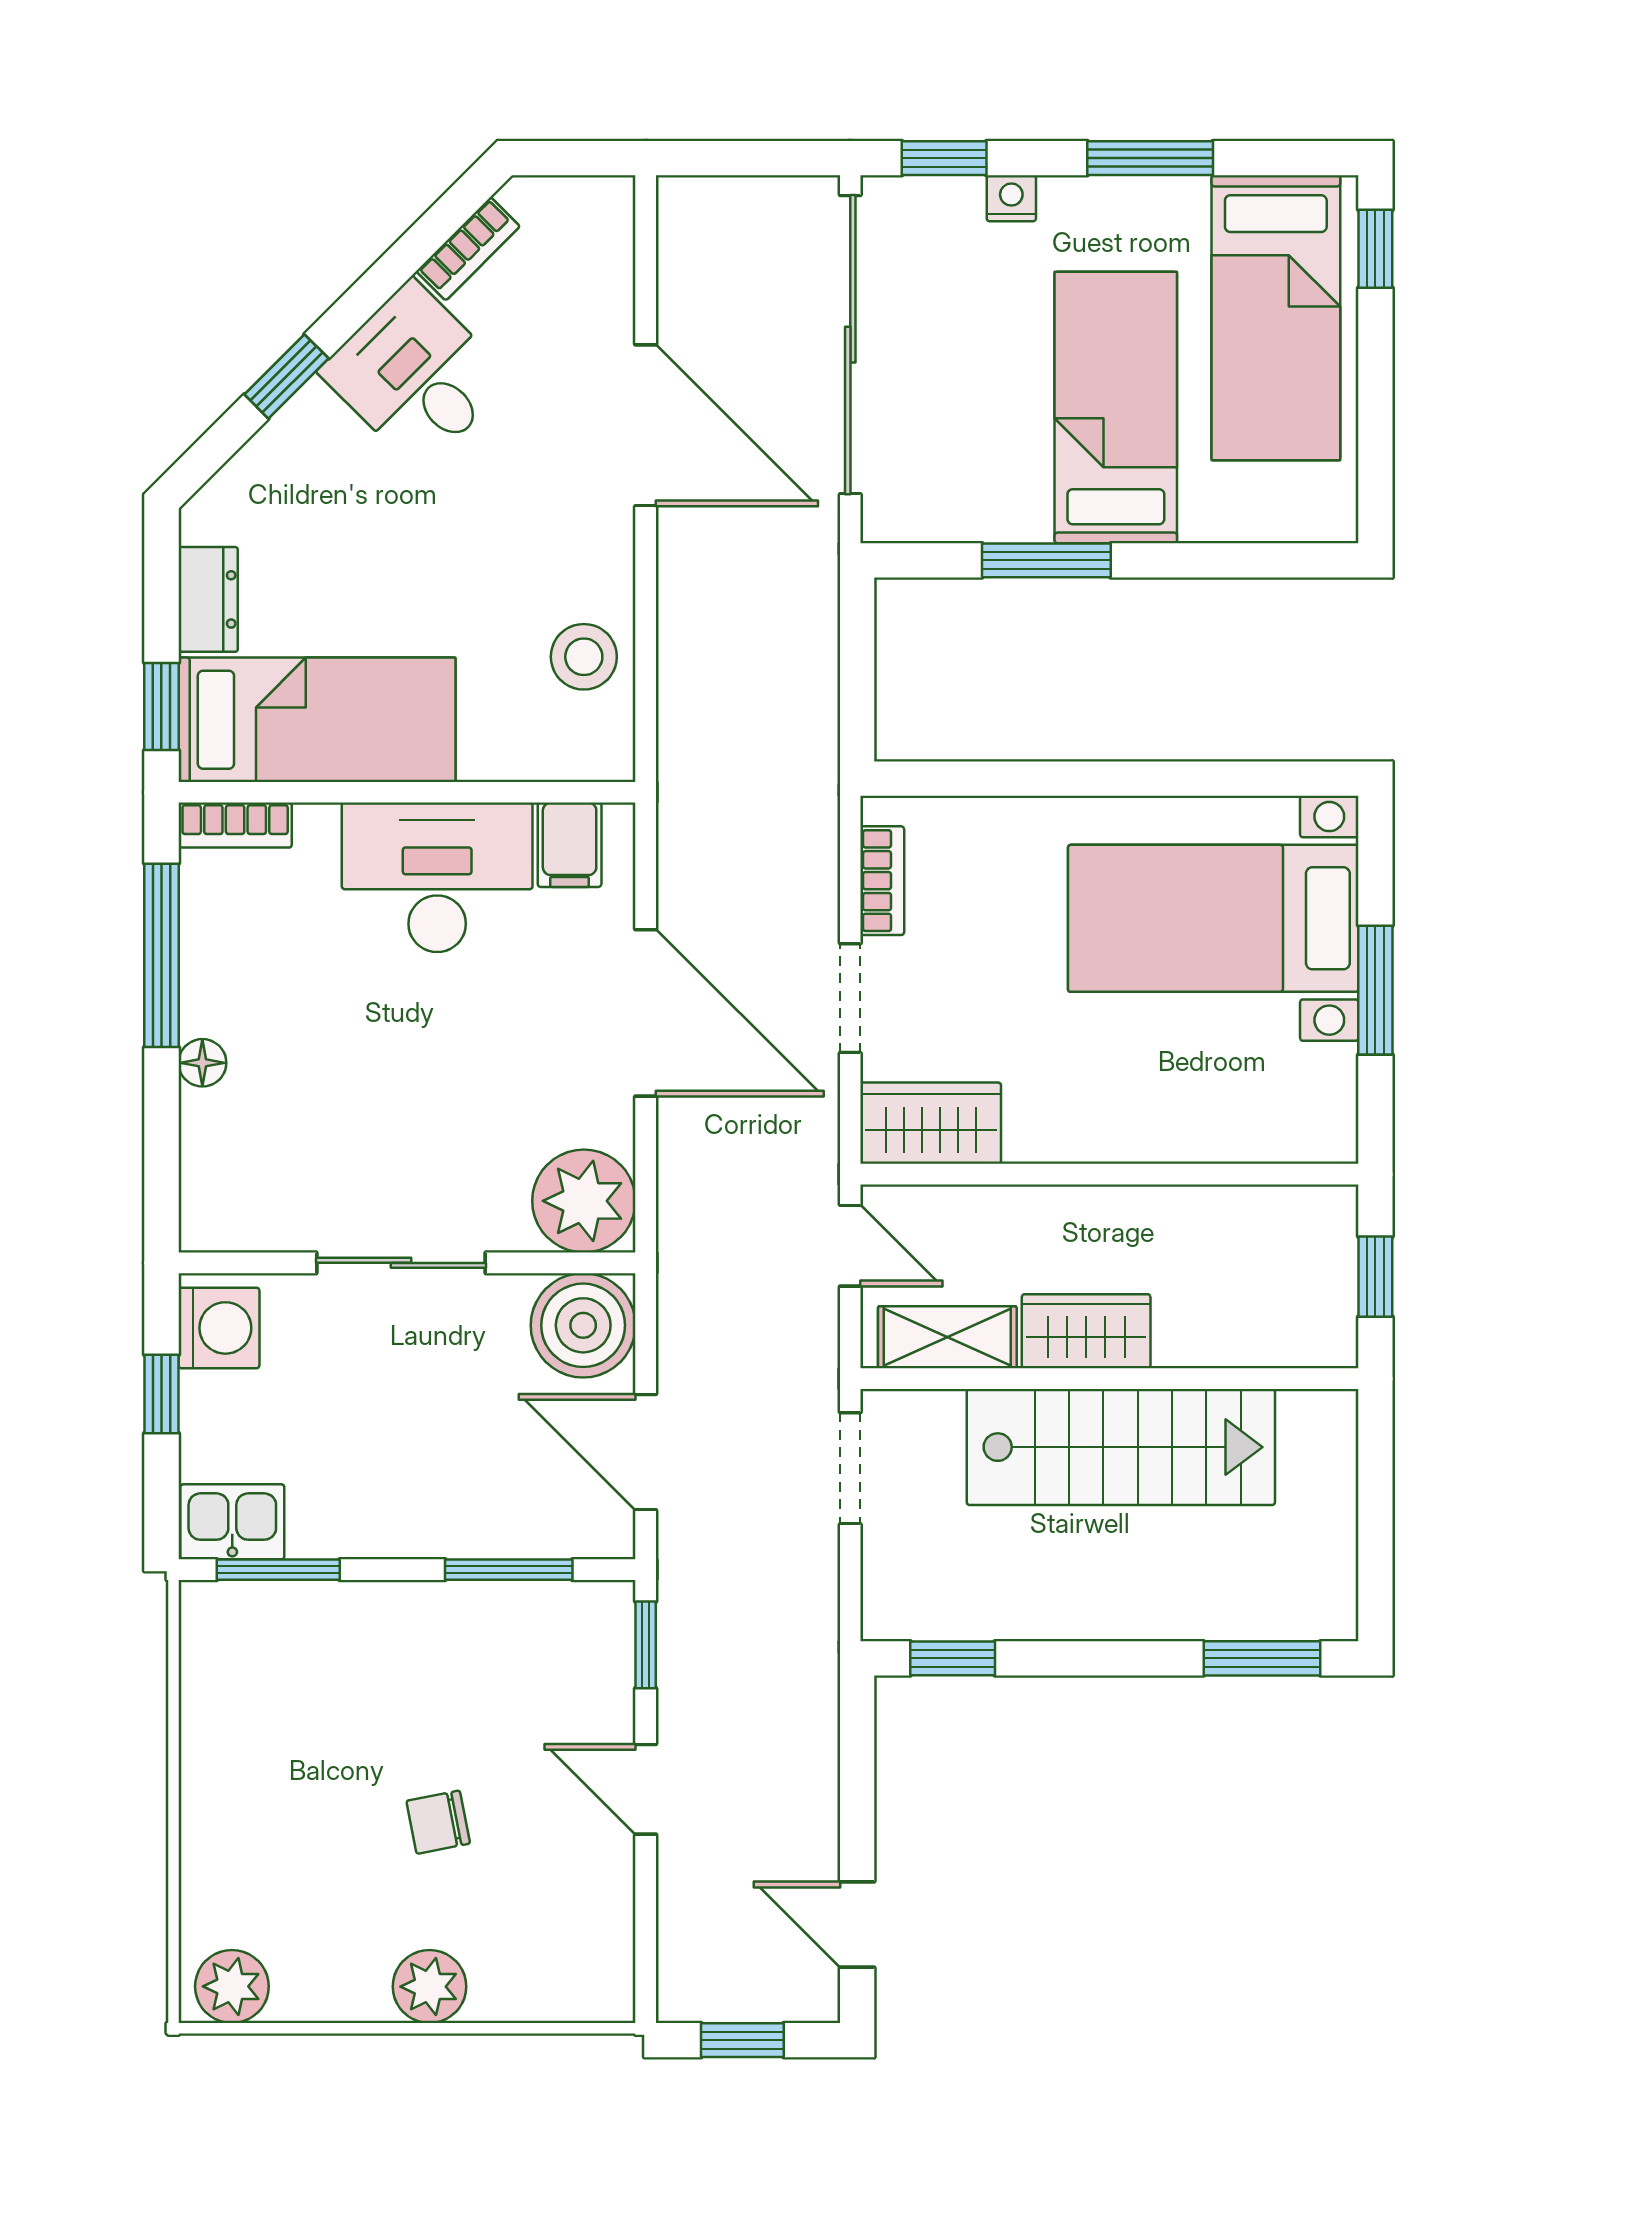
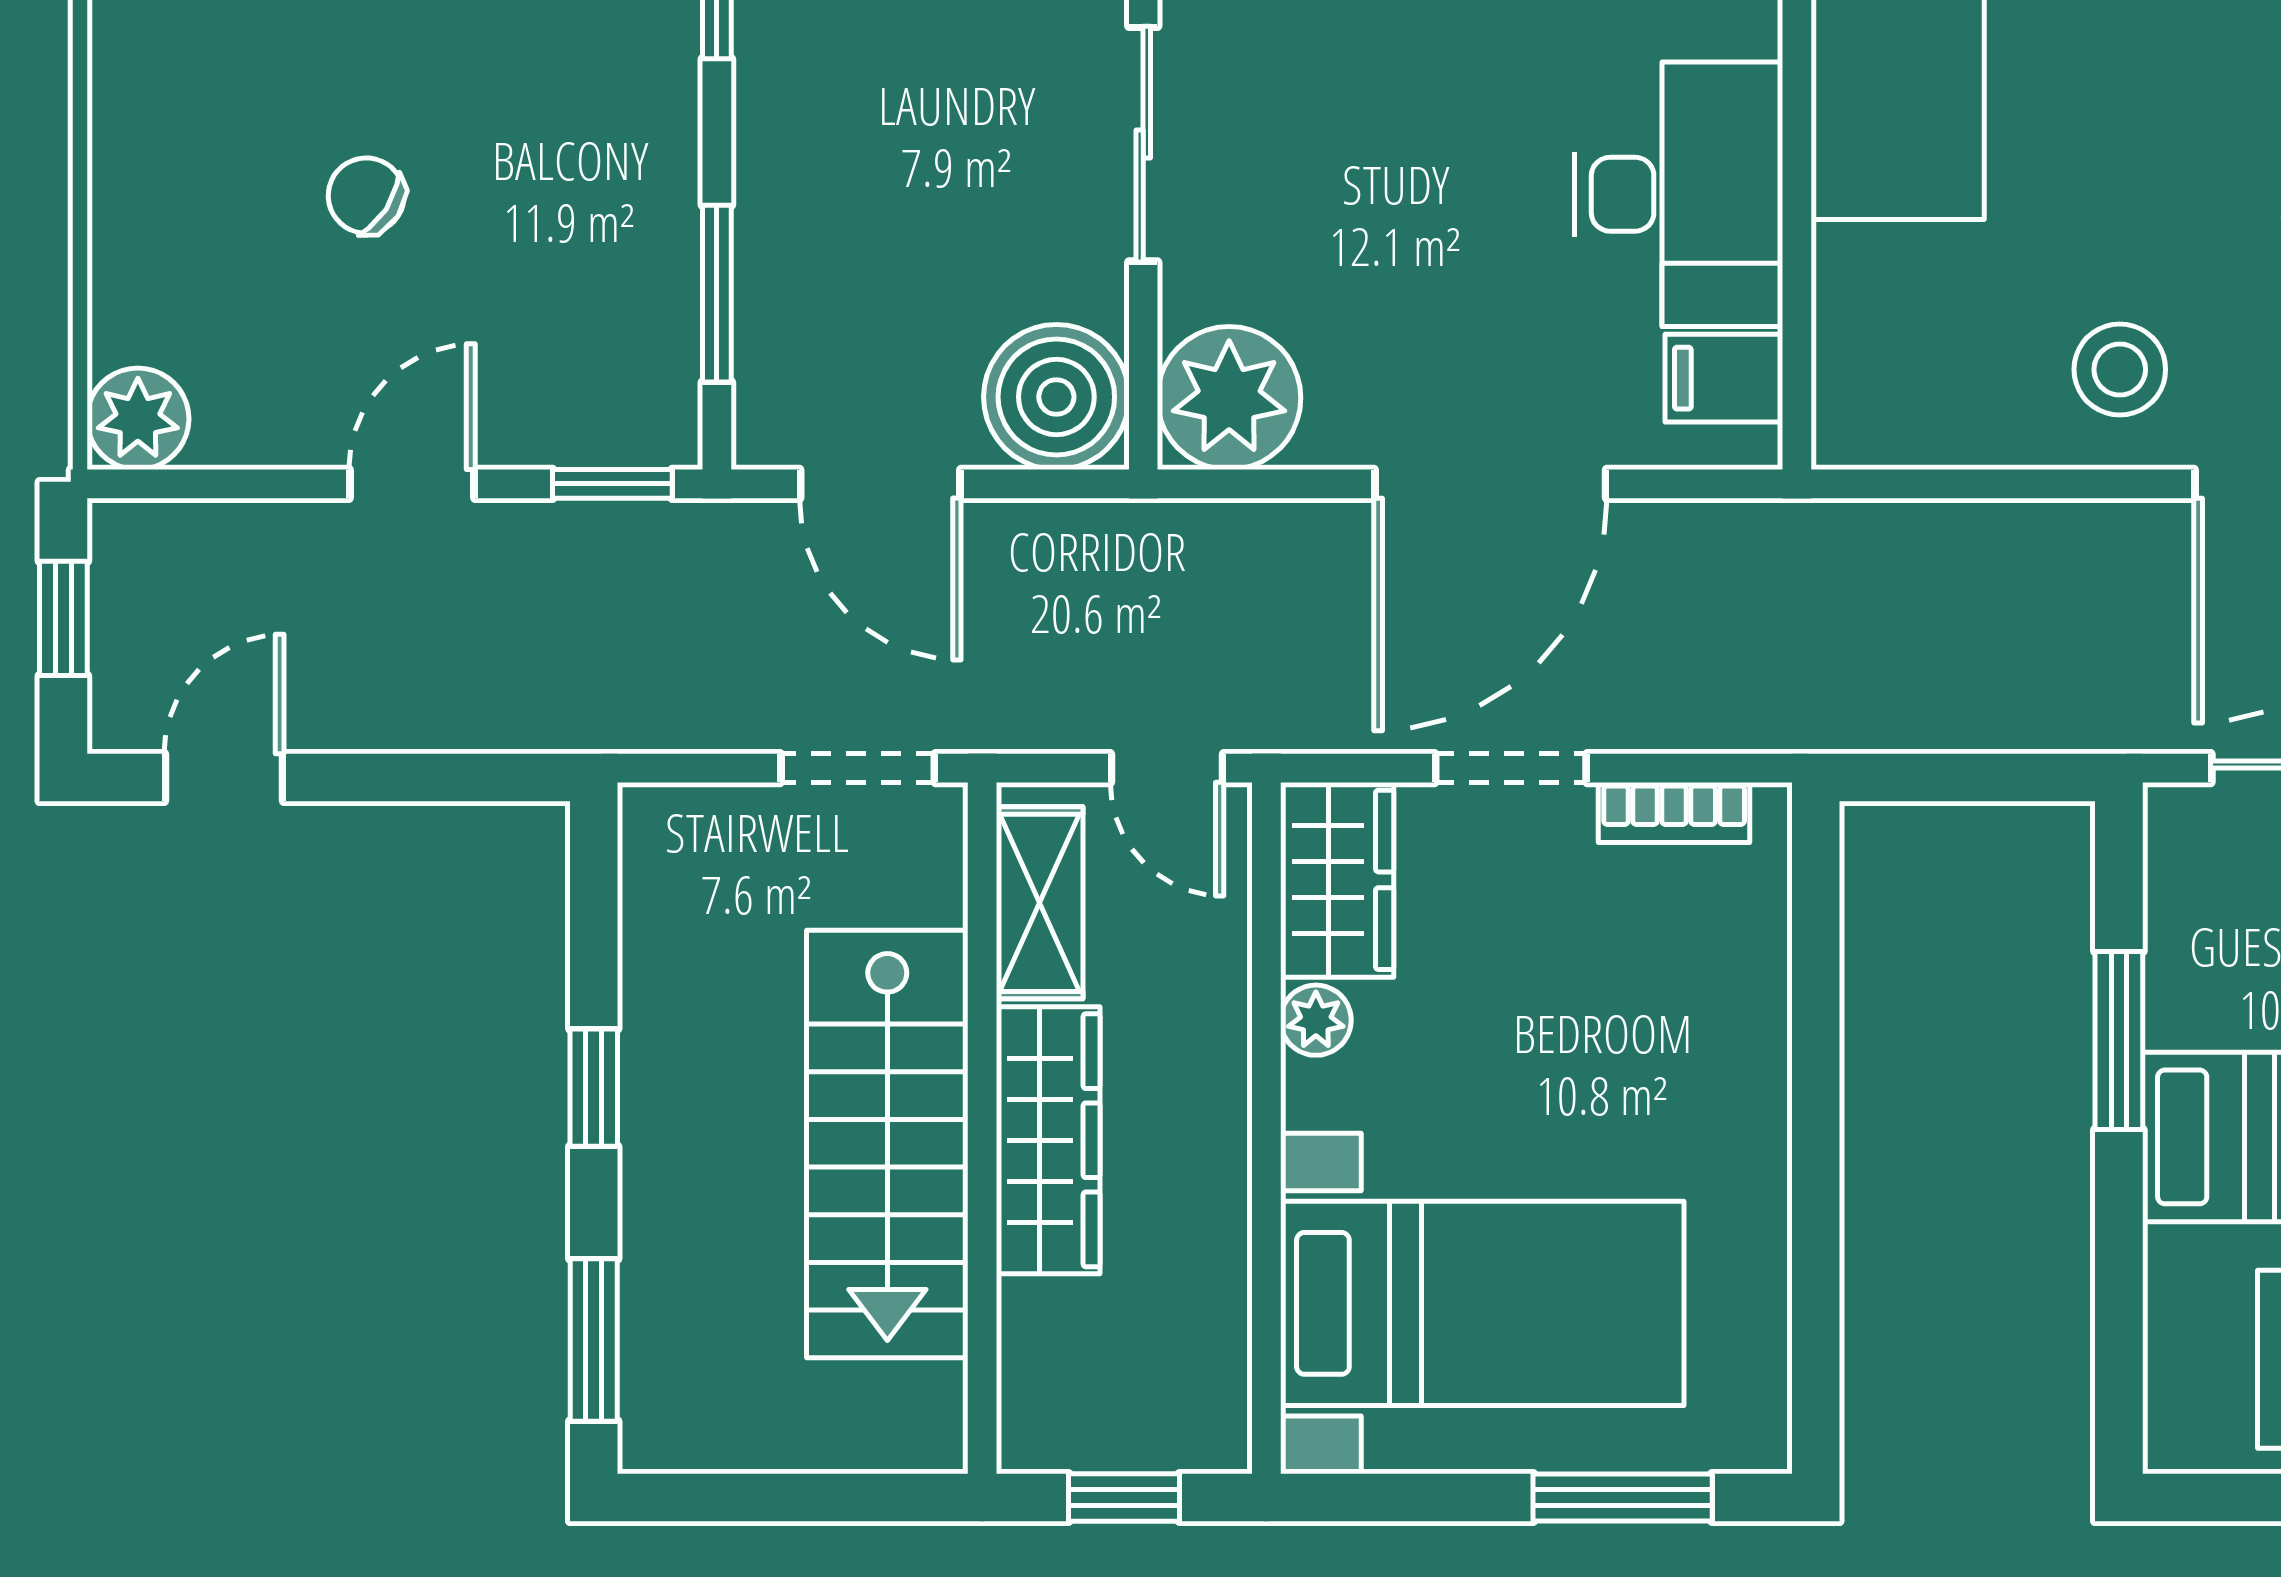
stool: (584, 657) -> (2120, 370), moved
bed with nightstands: (1213, 918) -> (1482, 1303), moved, turned 90
window: (1375, 990) -> (1623, 1497), moved
plant: (1032, 1139) -> (1316, 1020), added
door: (850, 1246) -> (1167, 768), hinge flipped
wardrobe: (1086, 1331) -> (1048, 1140), width x1.50
door: (646, 1452) -> (880, 484), swing flipped
window: (953, 1658) -> (594, 1088), moved
chair: (438, 1822) -> (366, 196), turned -46
plant: (429, 1987) -> (138, 419), moved

